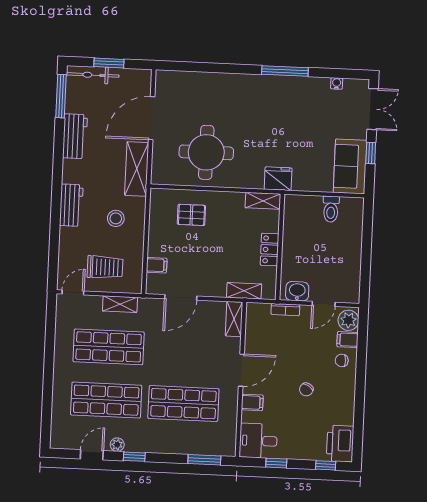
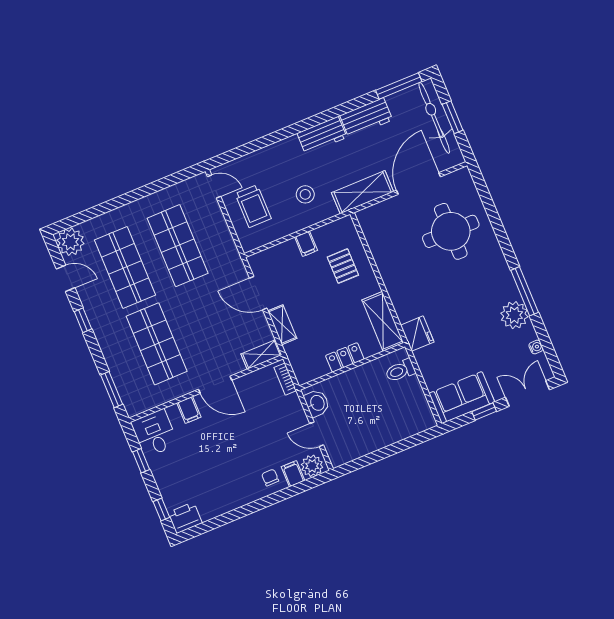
bicycle: (93, 75) -> (434, 118), width x1.37, depth x1.40
plant: (301, 89) -> (514, 315), added
double door: (373, 109) -> (527, 393), swing flipped
door: (152, 118) -> (418, 184), hinge flipped
round table: (206, 152) -> (451, 231), moved
shelving: (263, 201) -> (383, 321), width x1.50, depth x1.33
workbench: (71, 205) -> (322, 135), moved
toilet: (331, 209) -> (400, 371), moved
filing cabinet: (157, 265) -> (306, 244), moved
shelving: (244, 291) -> (282, 325), moved
shelving: (120, 304) -> (224, 237), removed
bookcase: (285, 310) -> (285, 379), moved
chair: (306, 389) -> (226, 456), removed
printer: (340, 444) -> (185, 518), width x0.73, depth x0.84
plant: (117, 445) -> (70, 242), moved, width x1.87, depth x1.87

